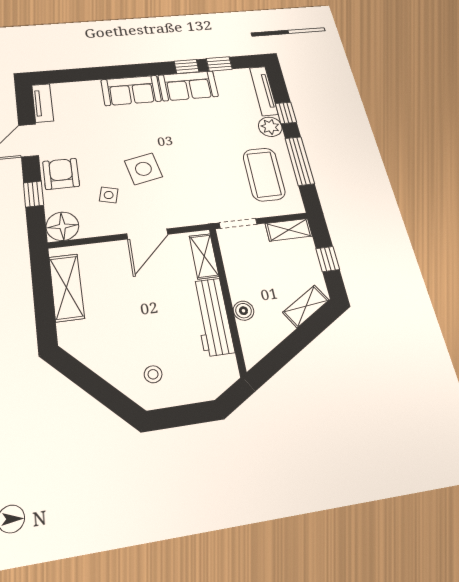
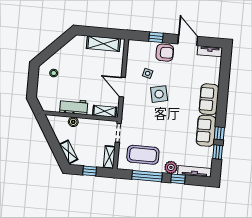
floor lamp: (62, 226) -> (135, 48), removed
workbench: (213, 317) -> (74, 107), width x0.73

